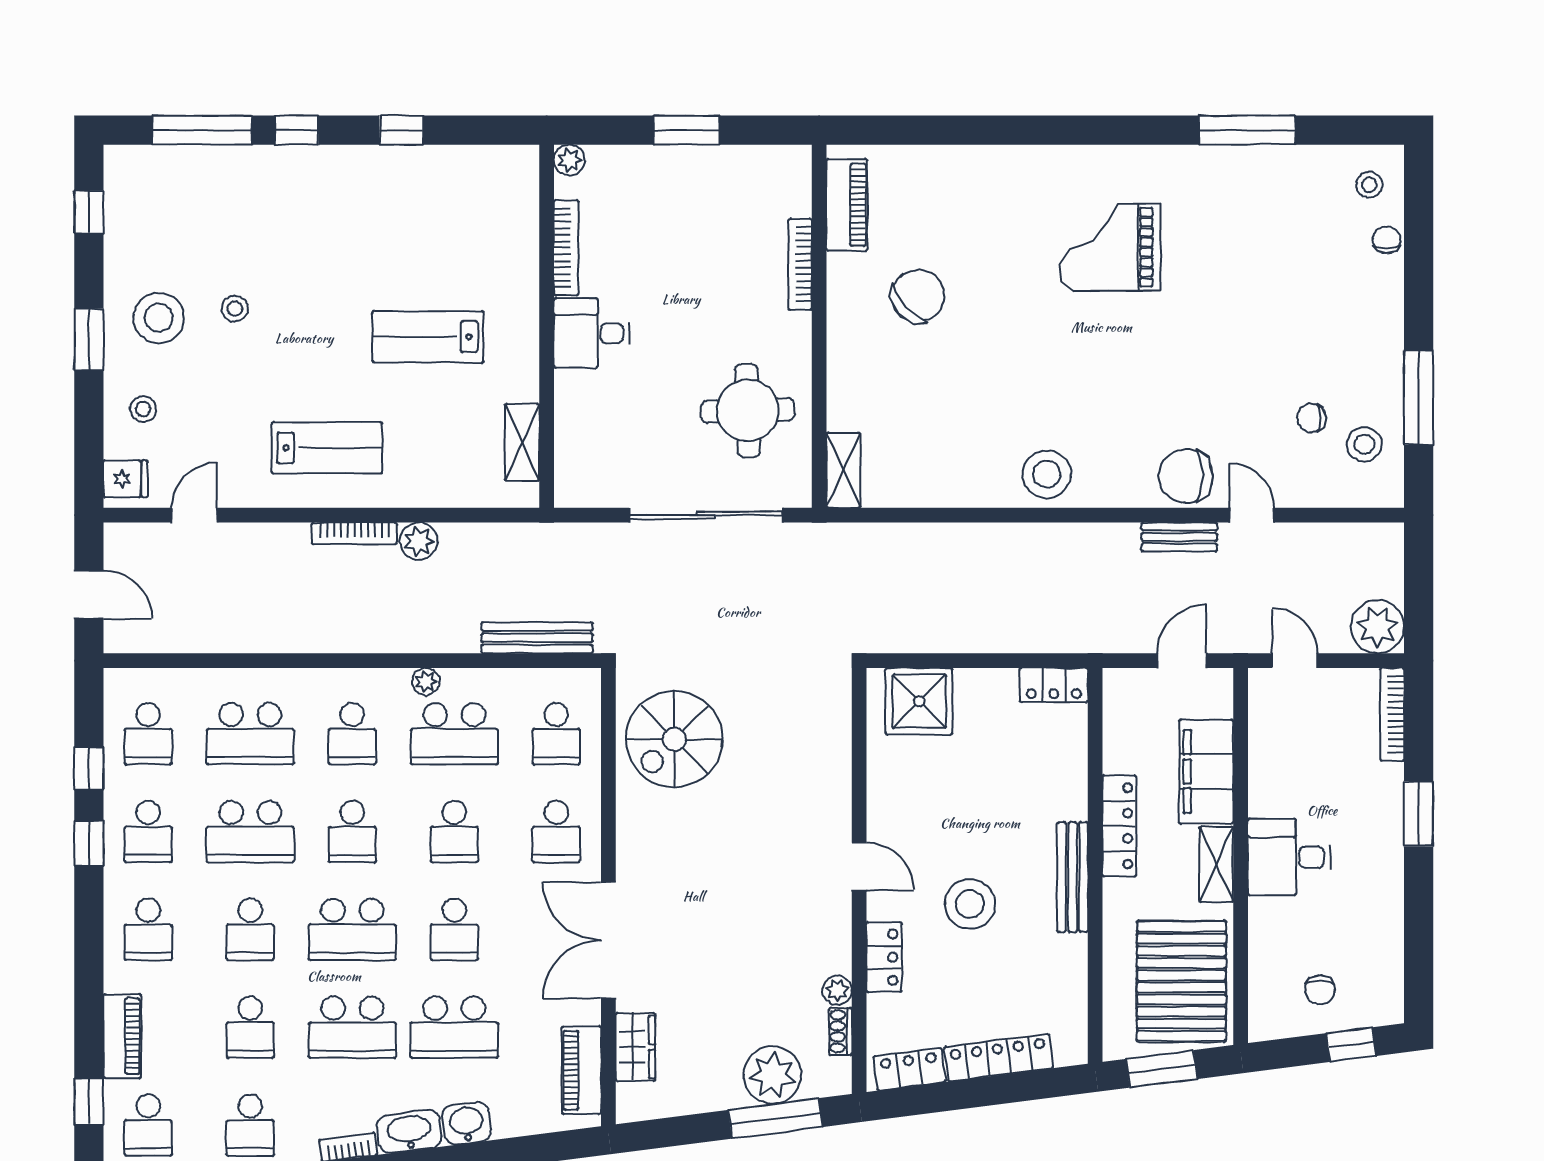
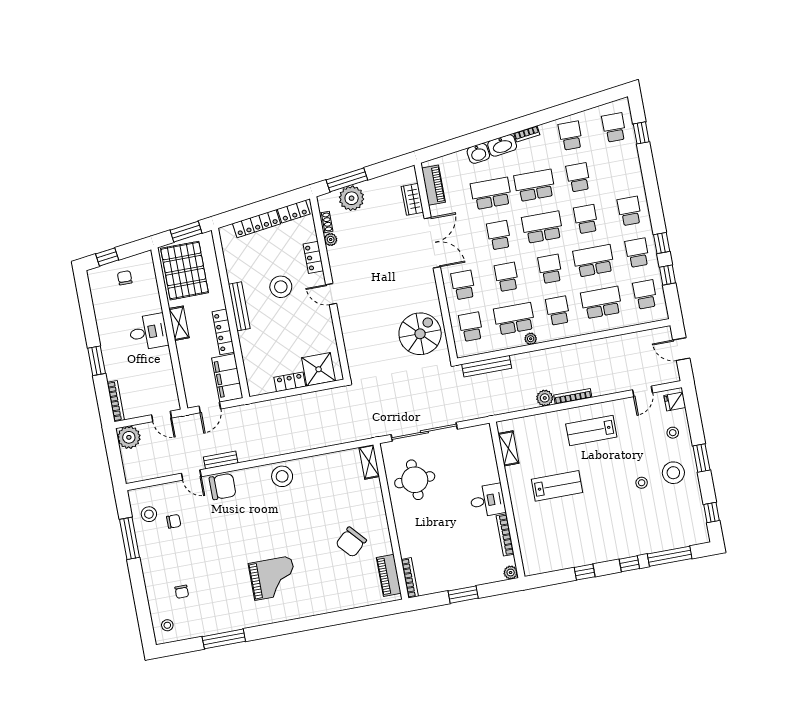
chair: (1387, 240) -> (182, 592), moved
bookcase: (800, 264) -> (410, 578), moved
locker: (1054, 685) -> (290, 382), moved
filing cabinet: (1206, 772) -> (227, 378), moved, turned 180
piano: (122, 1036) -> (632, 163), removed

